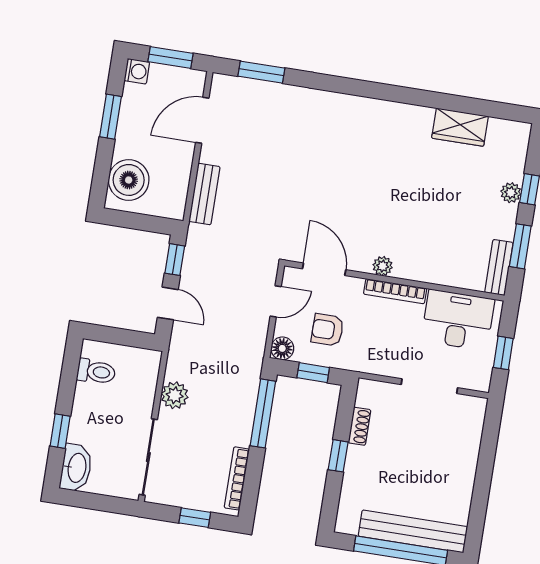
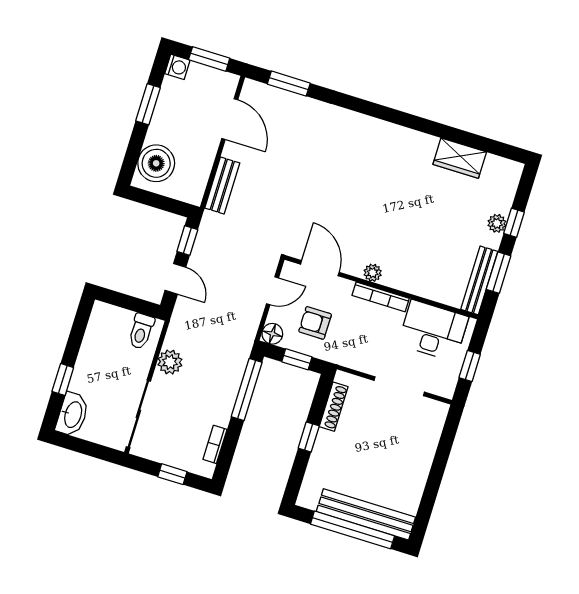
door: (202, 120) -> (230, 119), swing flipped
bench: (499, 267) -> (479, 280), width x1.36
toilet: (96, 372) -> (141, 331), moved, turned 90
shoe rack: (359, 426) -> (334, 407), width x1.43
bookcase: (237, 478) -> (215, 444), width x0.64

